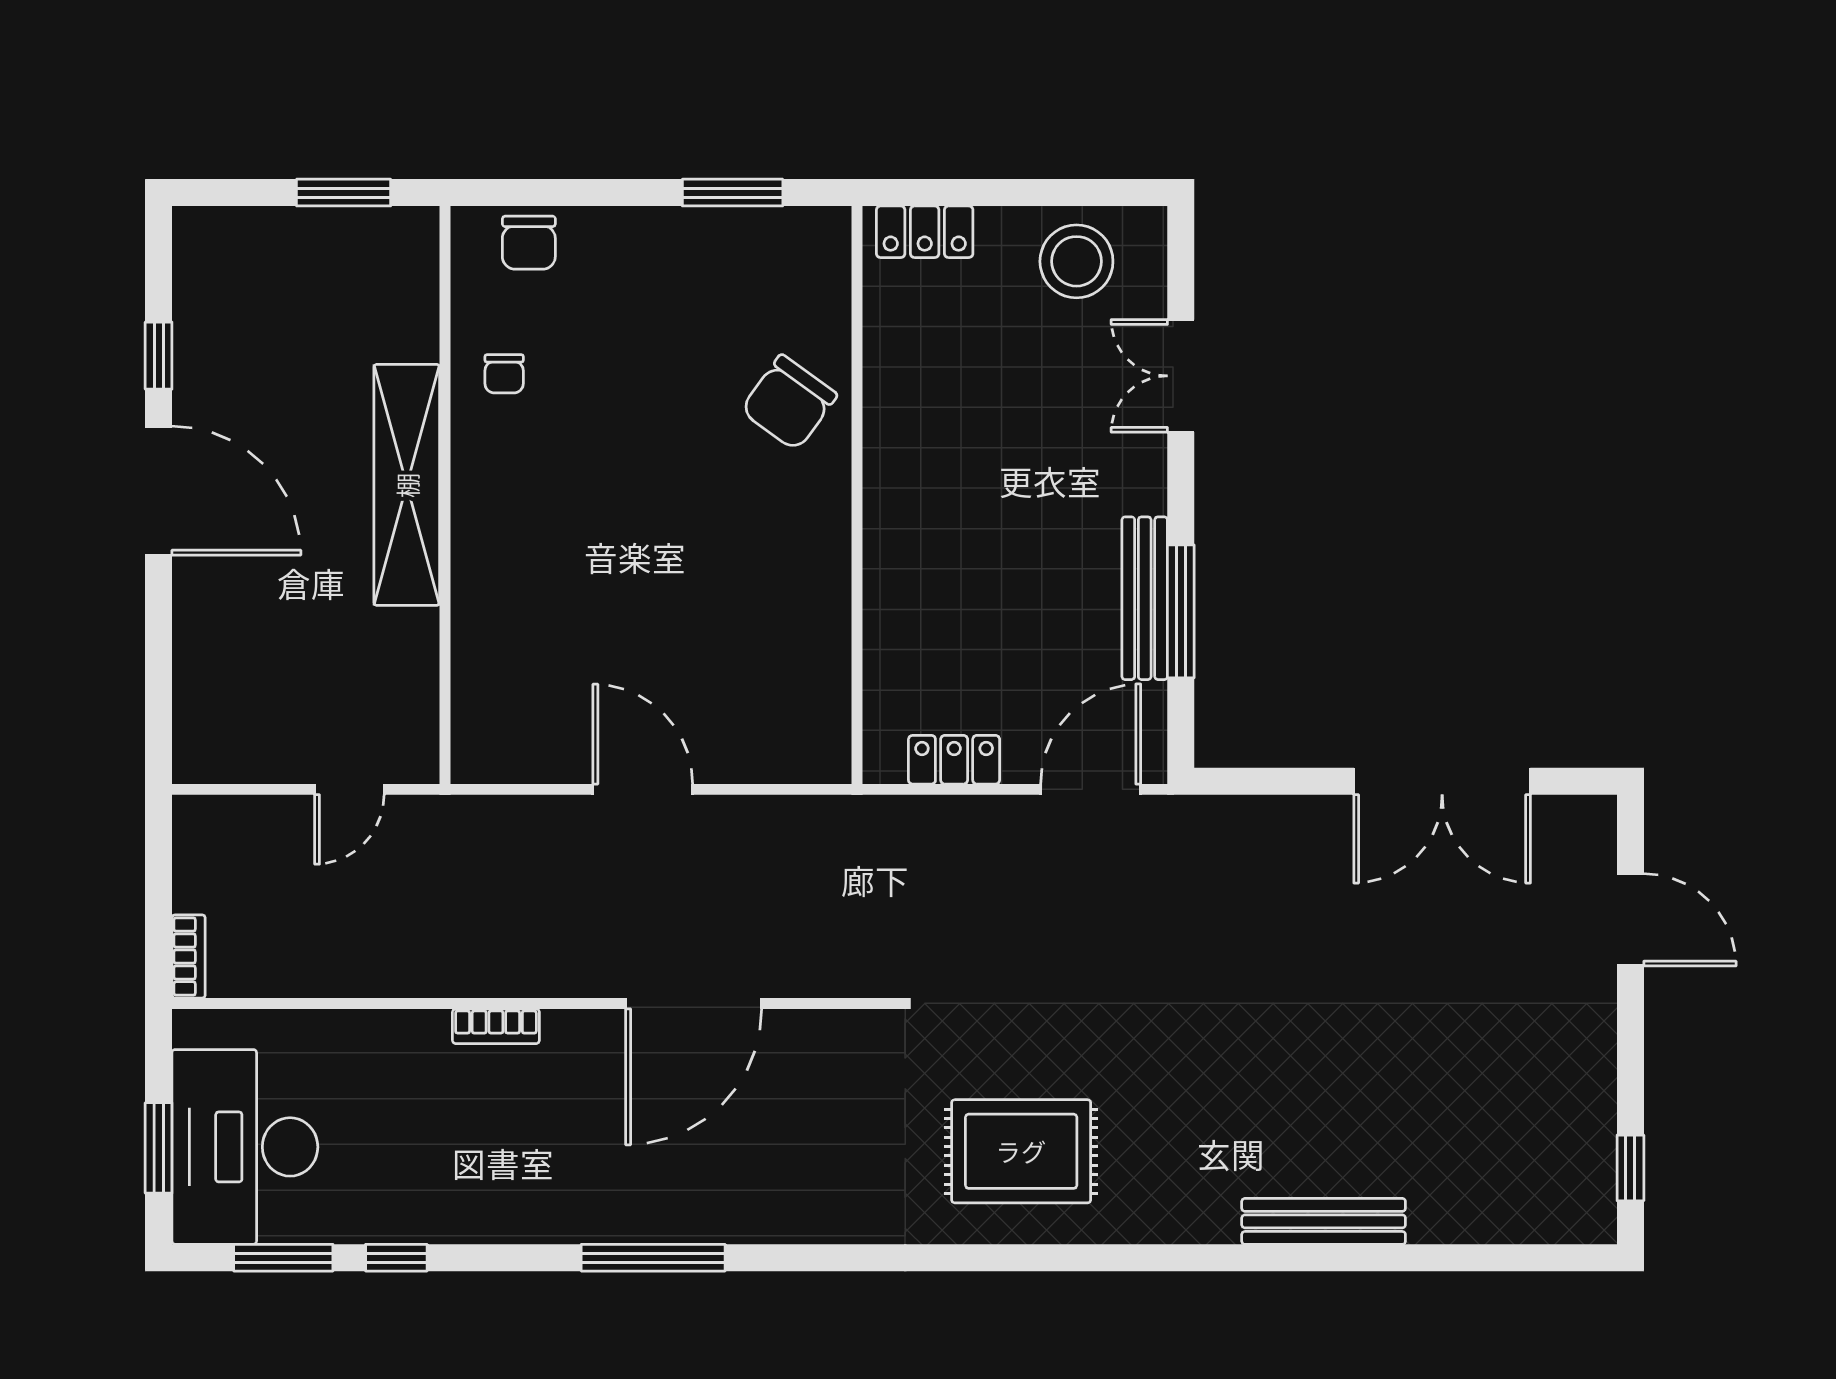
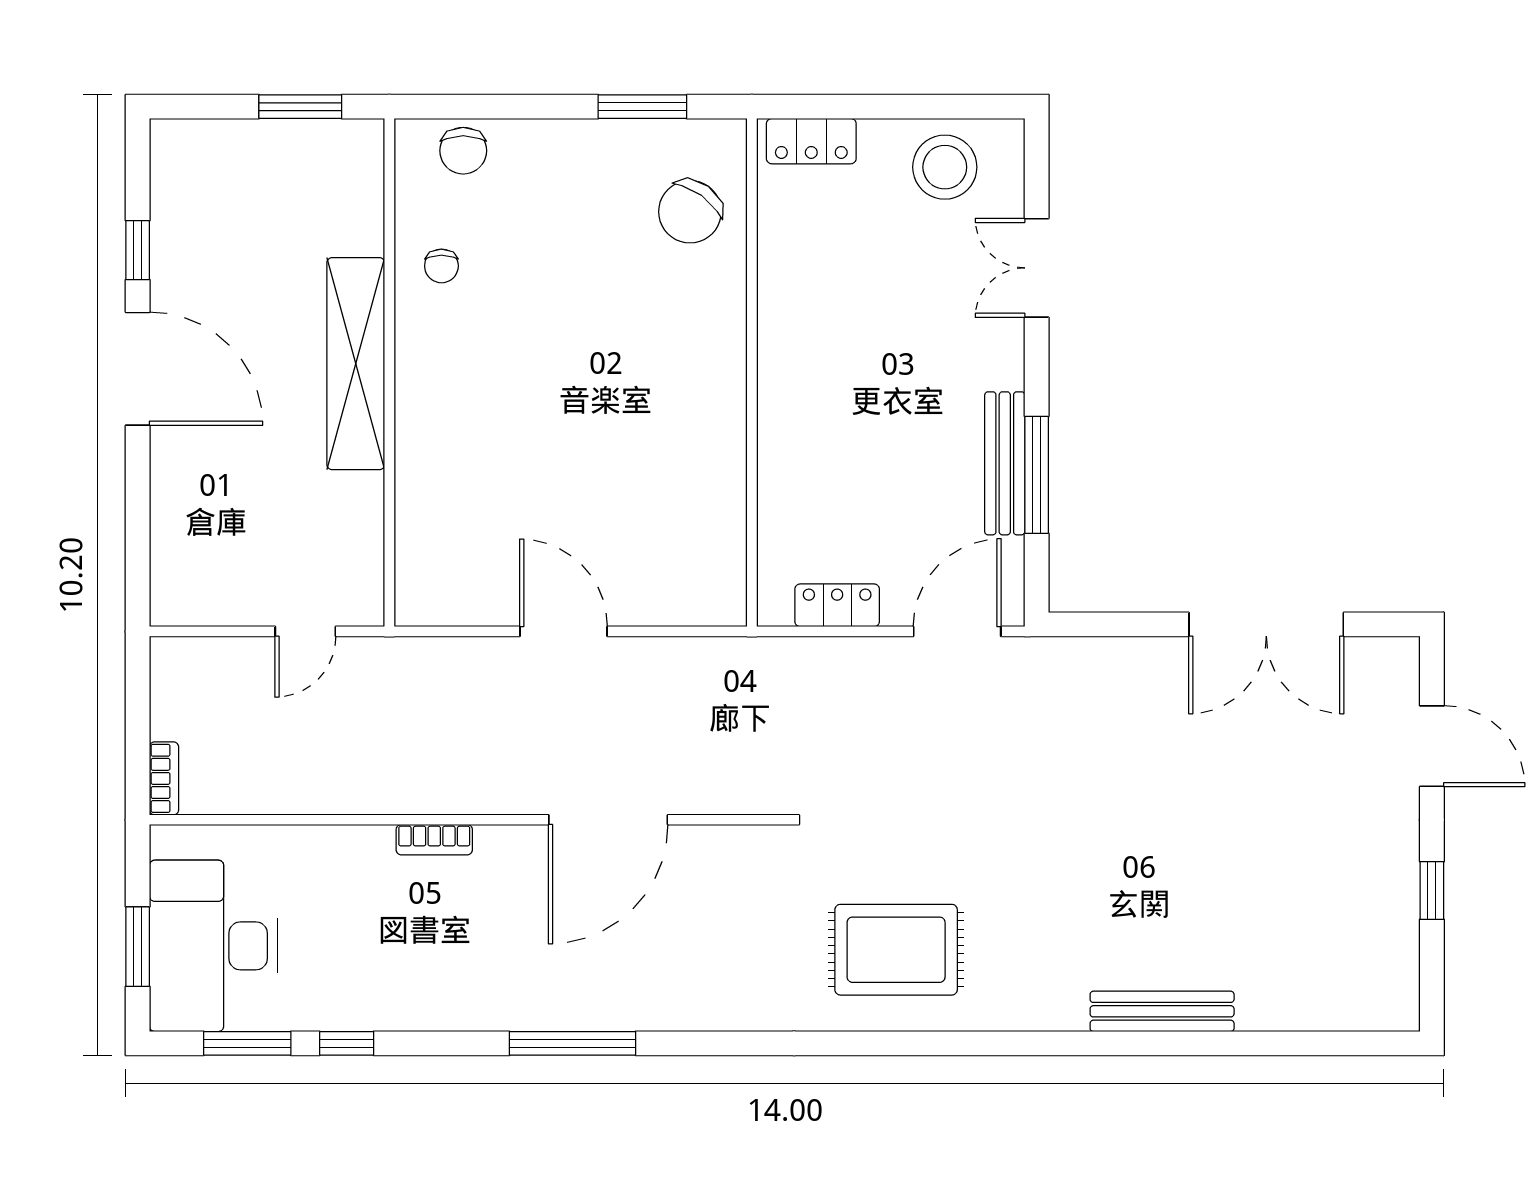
chair: (789, 403) -> (690, 212), moved
window: (1630, 1168) -> (1432, 891), moved

